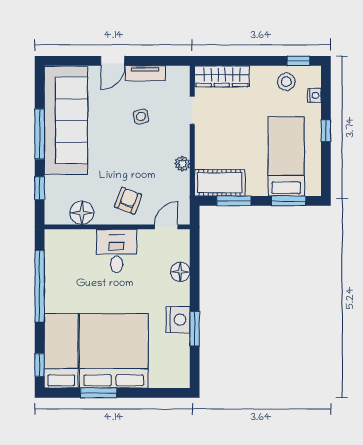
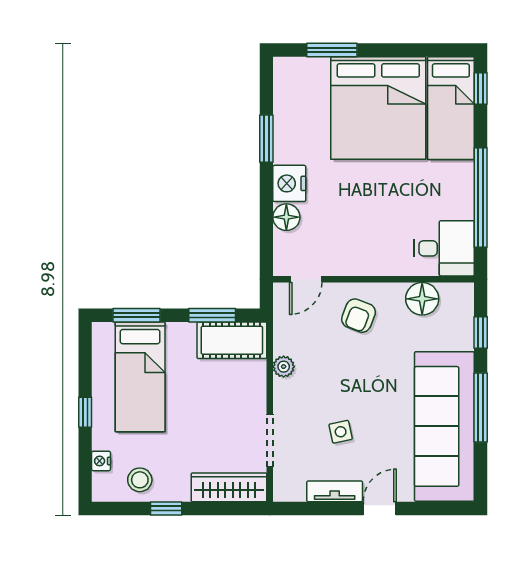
window: (298, 61) -> (166, 508), moved
doorway: (192, 110) -> (270, 440), width x1.38
desk: (117, 251) -> (444, 248), moved, turned -90
nightstand: (178, 320) -> (289, 183), moved
window: (99, 393) -> (332, 50), moved

